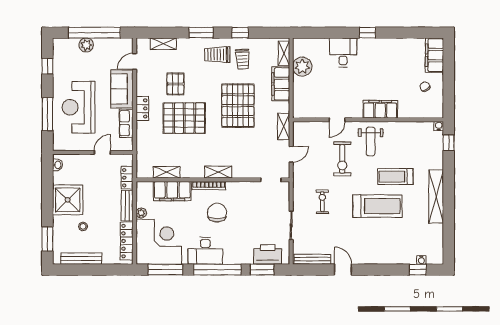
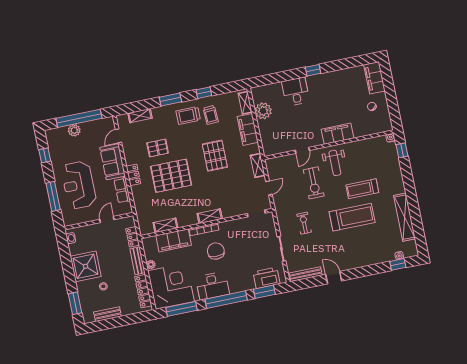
pallet: (175, 84) -> (158, 148), turned 90
pallet: (238, 106) -> (215, 156), width x0.73, depth x0.71
shelving: (436, 196) -> (405, 217), moved
bench: (81, 259) -> (107, 314), width x0.73

